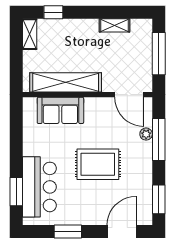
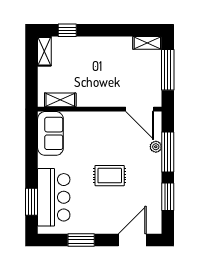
shelving: (114, 25) -> (147, 43), moved
shelving: (66, 82) -> (60, 100), width x0.45, depth x0.75
sofa: (60, 110) -> (50, 133), moved, turned -90
rug: (98, 164) -> (110, 176), width x0.73, depth x0.70
window: (159, 199) -> (168, 197), moved

